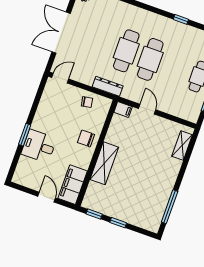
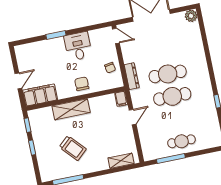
desk: (39, 146) -> (78, 46), moved
trolley: (142, 184) -> (73, 148), added

